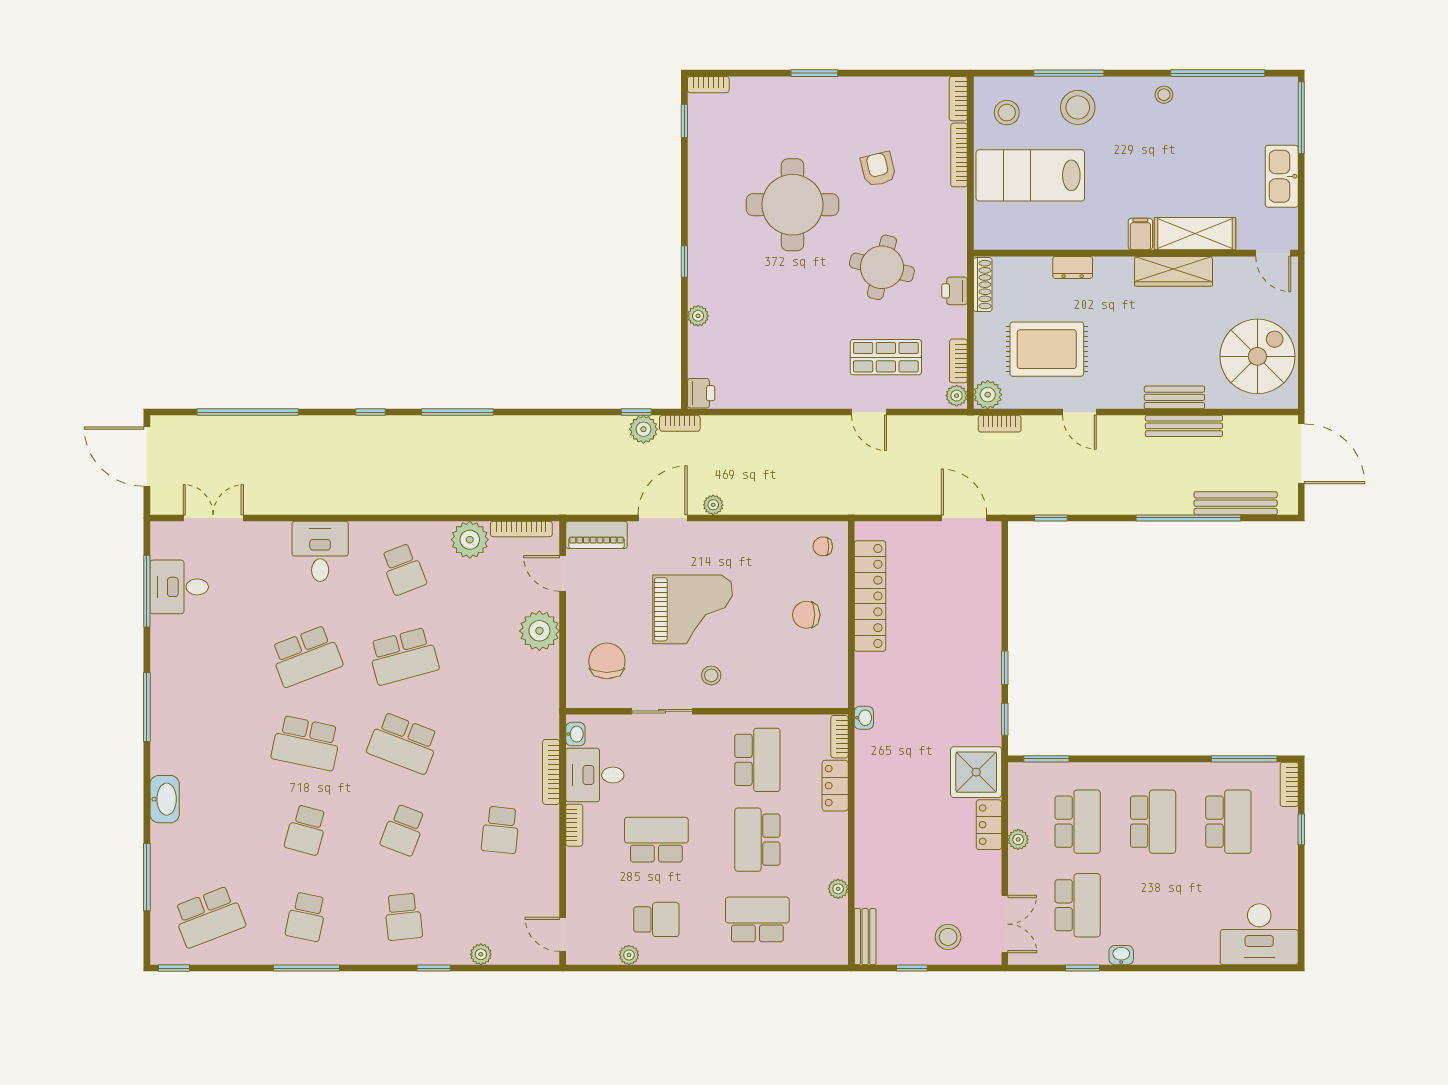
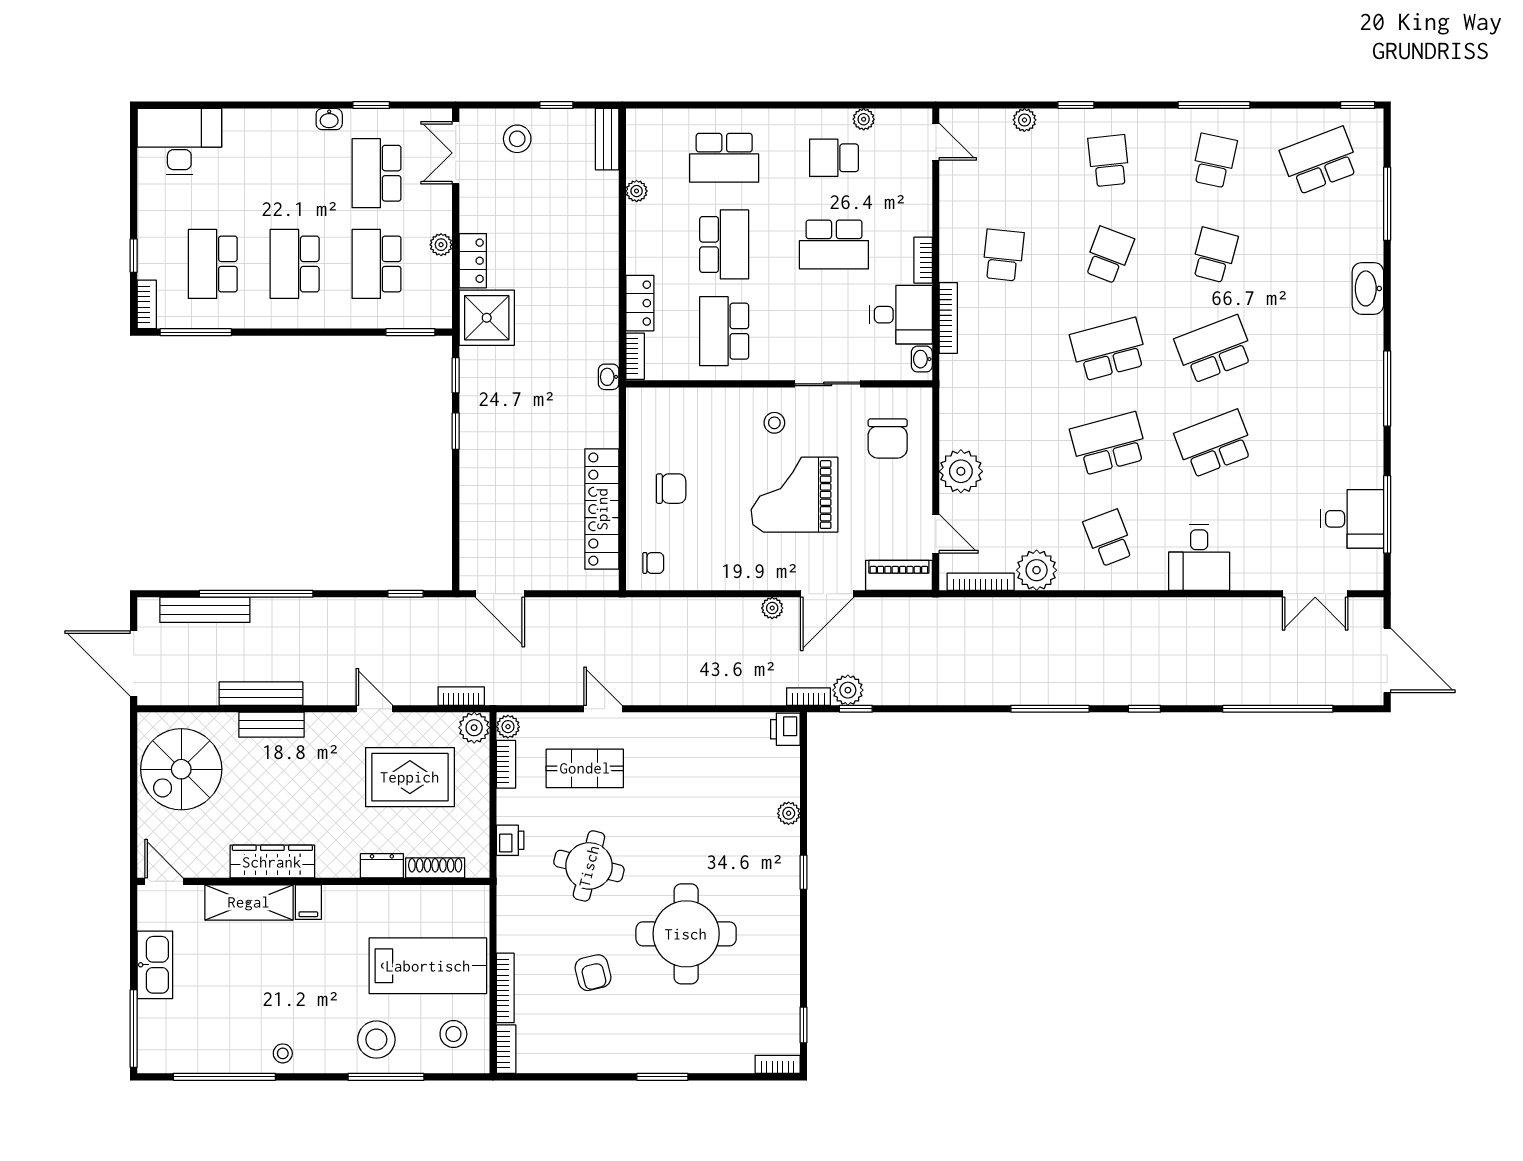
shoe rack: (983, 285) -> (435, 868), moved, turned 90
school desk: (306, 743) -> (1214, 349), turned -33
school desk: (403, 743) -> (1109, 349), turned -36

